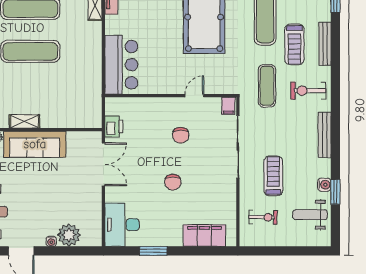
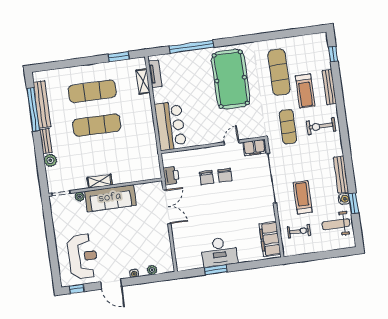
filing cabinet: (228, 106) -> (254, 148), width x2.00
bench: (325, 135) -> (341, 175), moved
chair: (173, 182) -> (207, 178), moved
desk: (122, 225) -> (219, 252), moved, turned -90
plant: (69, 235) -> (152, 270), width x0.53, depth x0.53
filing cabinet: (204, 235) -> (270, 239), moved, turned -90

